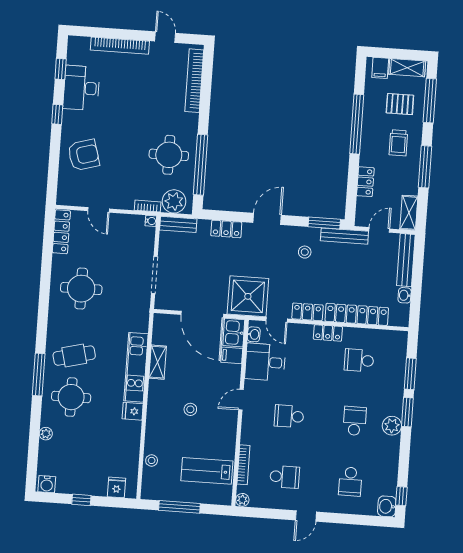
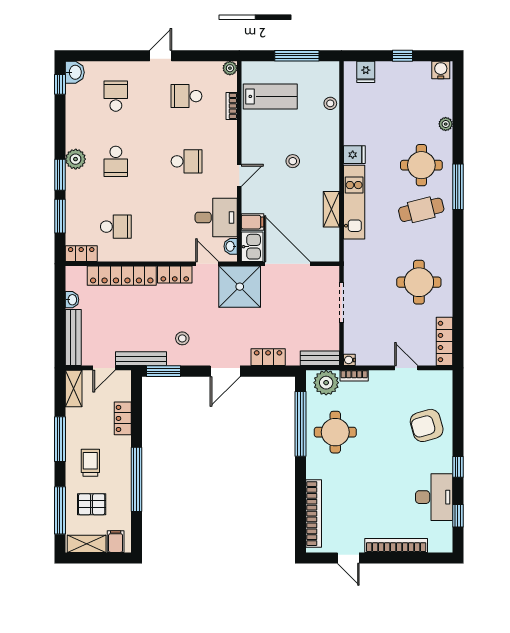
locker: (328, 333) -> (81, 254), moved
bookcase: (243, 465) -> (232, 106), width x0.64

